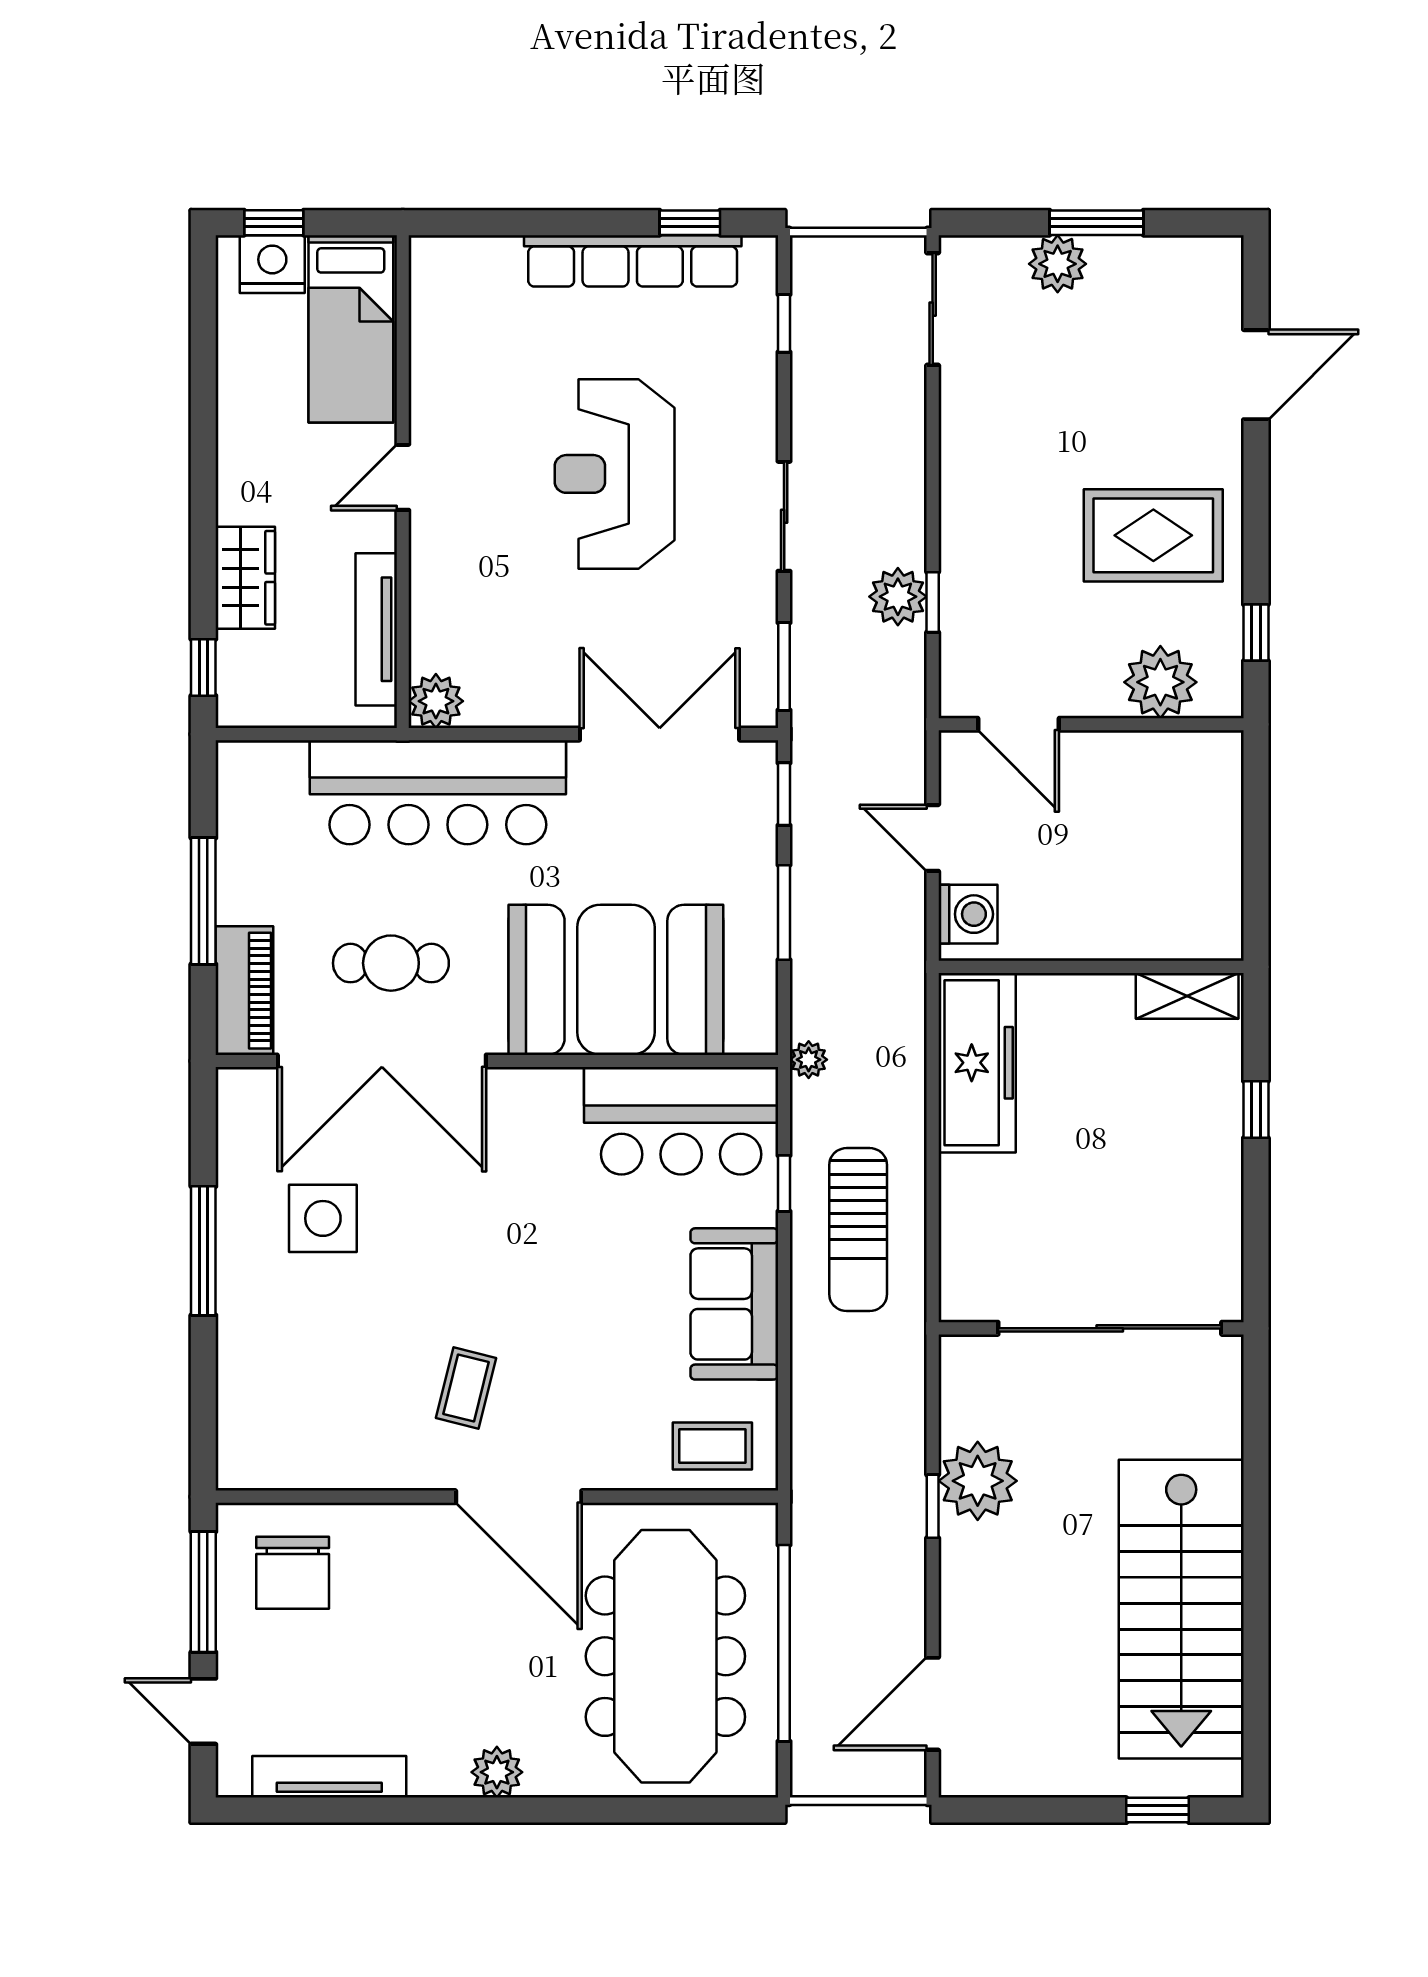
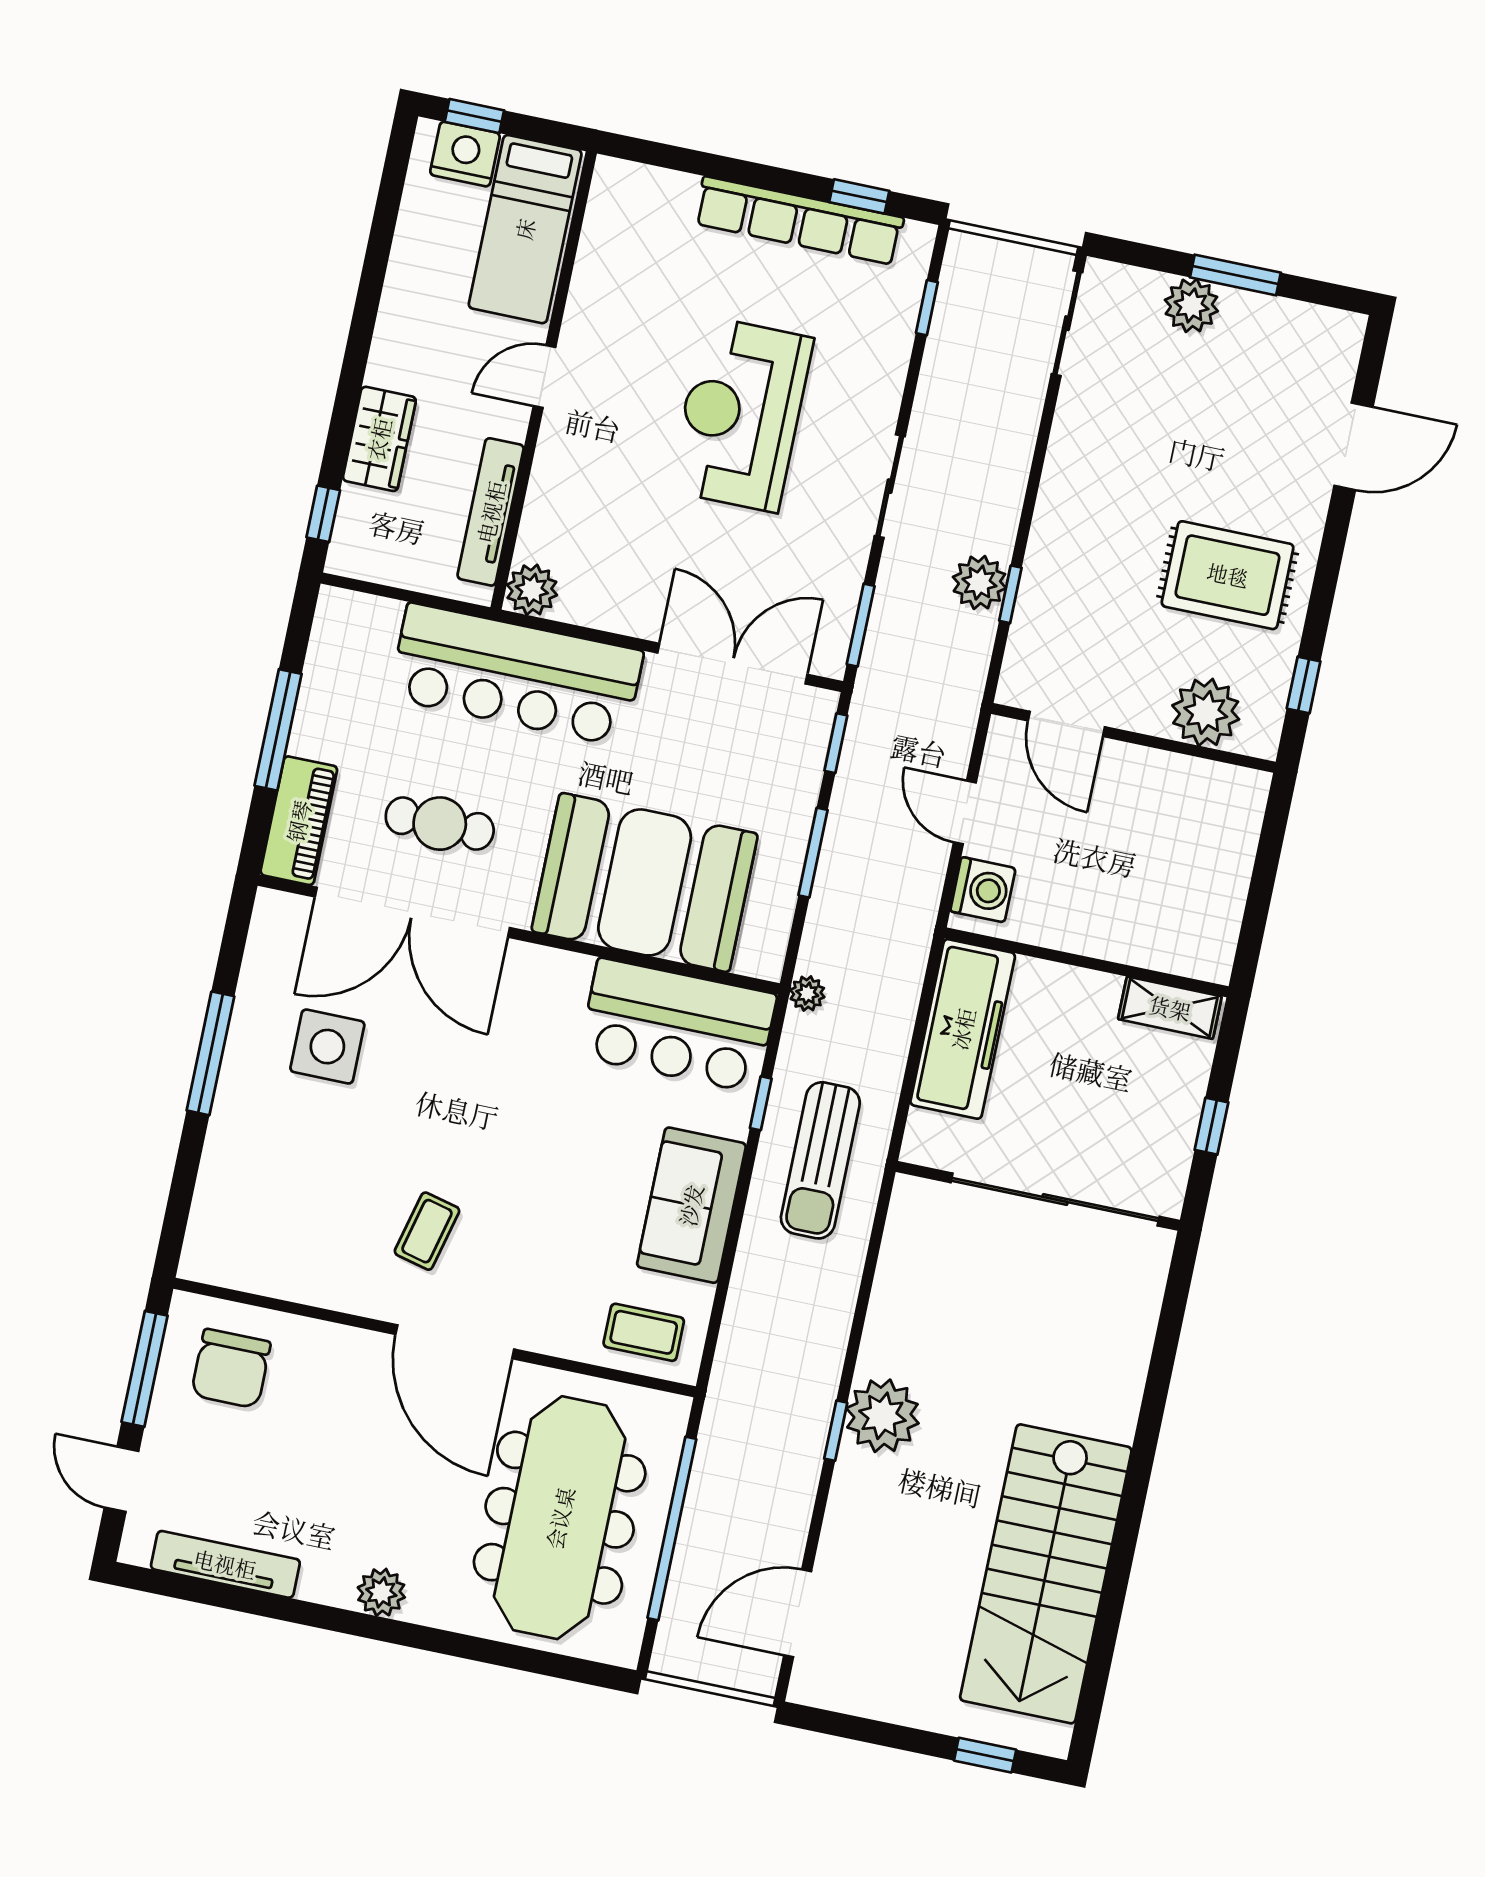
wall: (1091, 1328) -> (1038, 1196), moved
sliding door: (1110, 1328) -> (1055, 1200), moved

